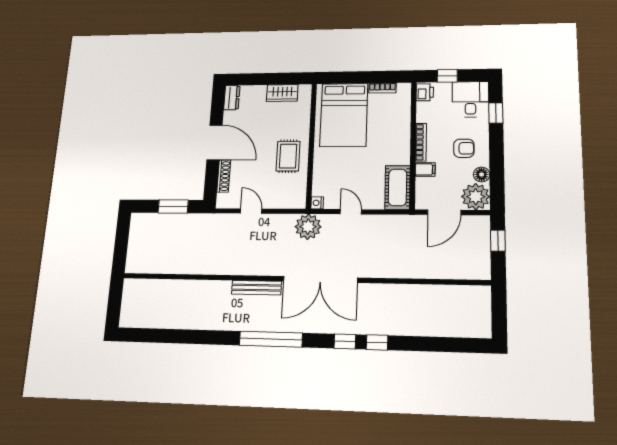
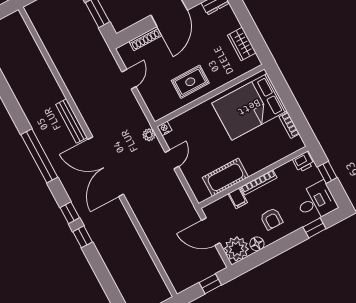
cot: (398, 187) -> (225, 177), moved
plant: (308, 227) -> (149, 135), width x0.53, depth x0.53

